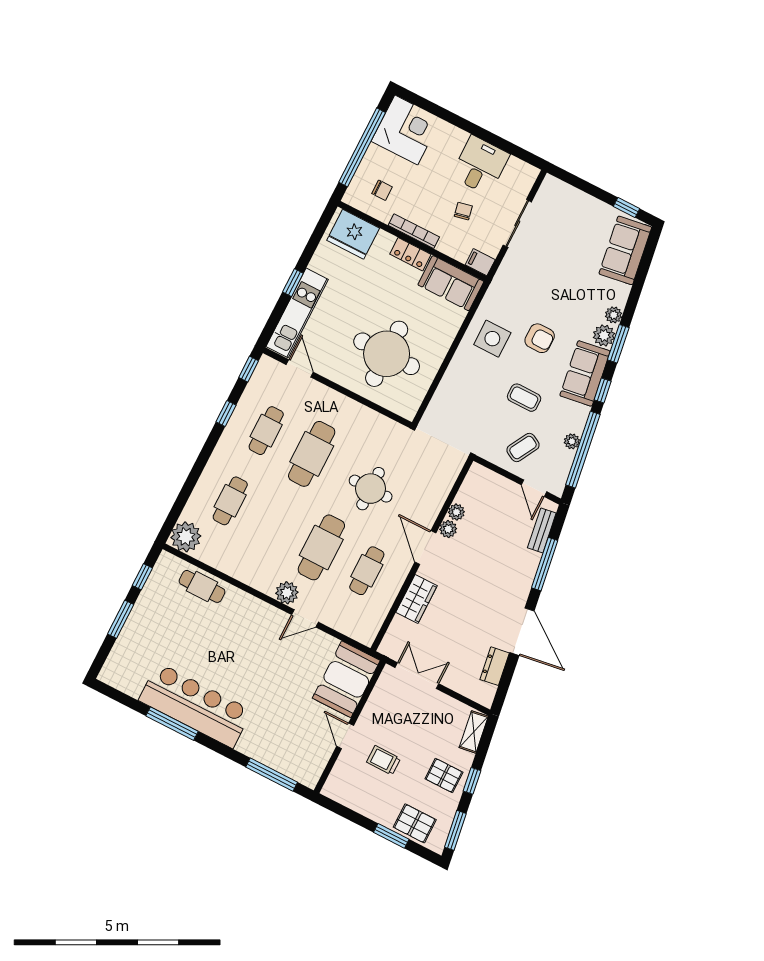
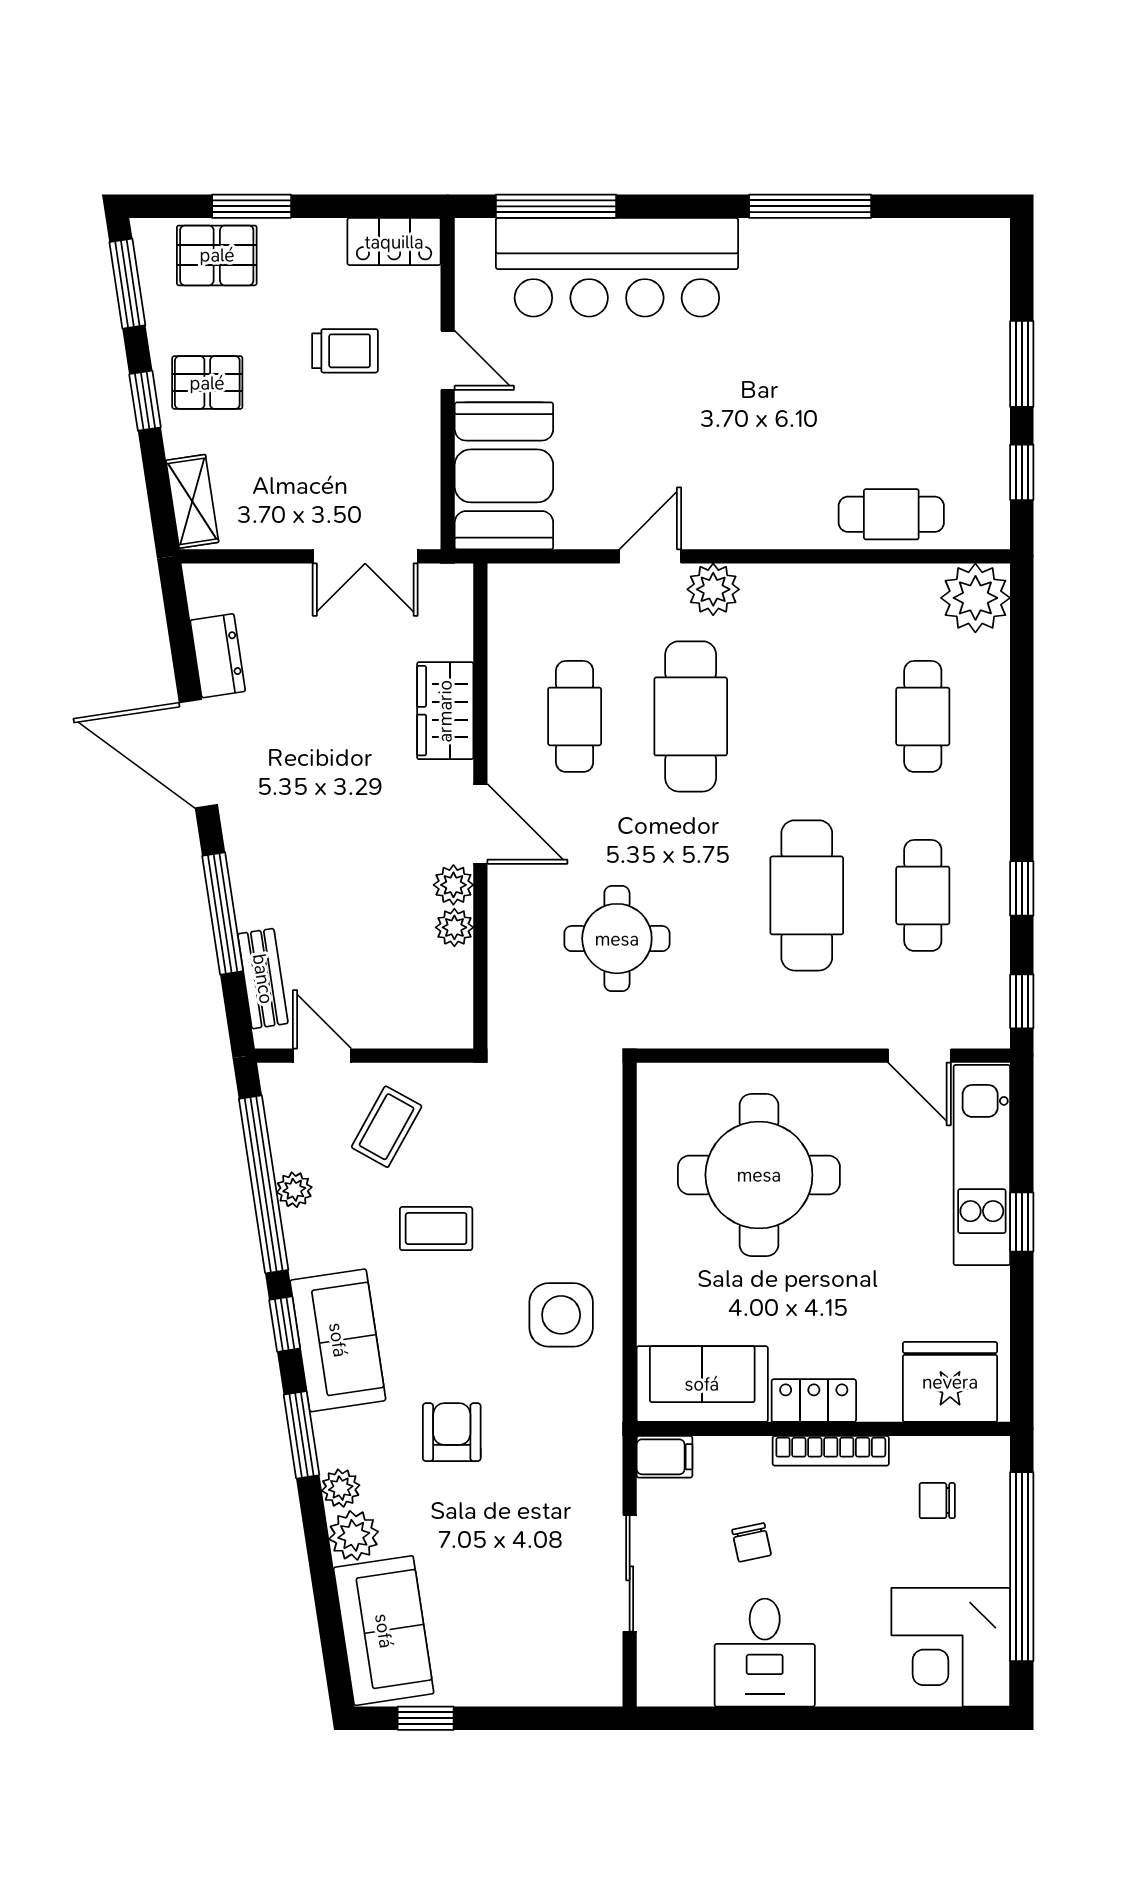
plant: (604, 335) -> (354, 1535), moved
armchair: (540, 338) -> (452, 1432), moved, turned 90
round table: (371, 489) -> (617, 939), moved
bar counter: (195, 705) -> (617, 267), moved
locker: (342, 793) -> (394, 242), added

